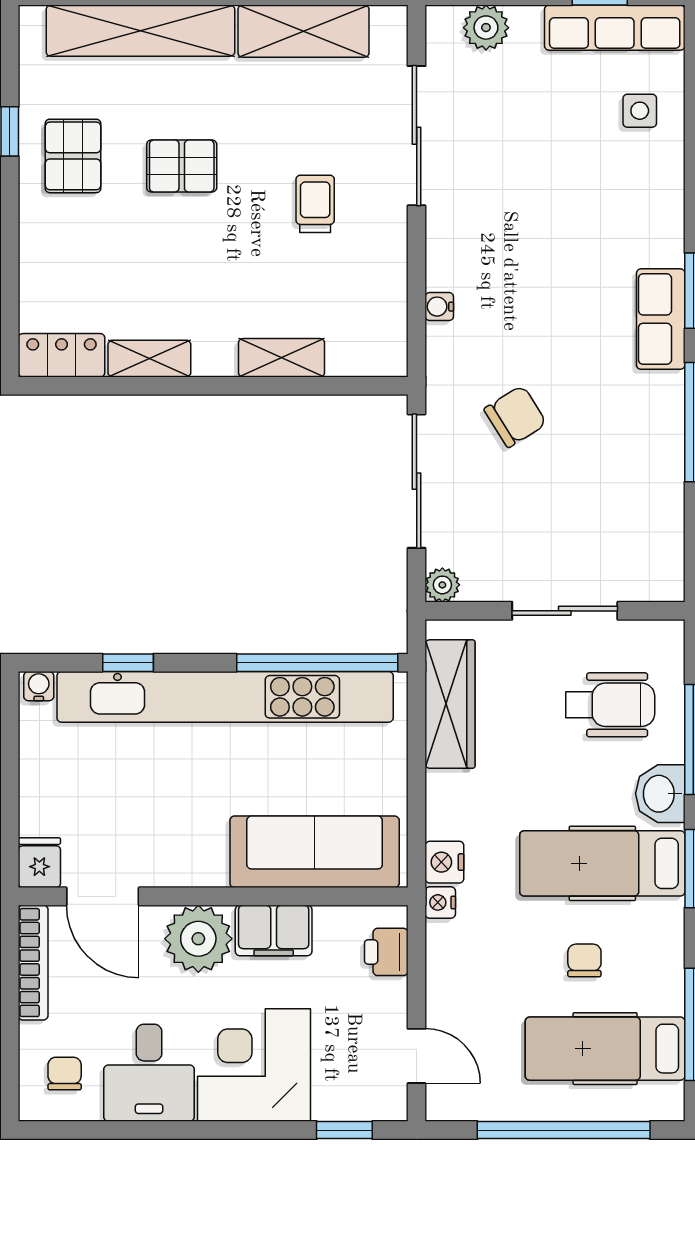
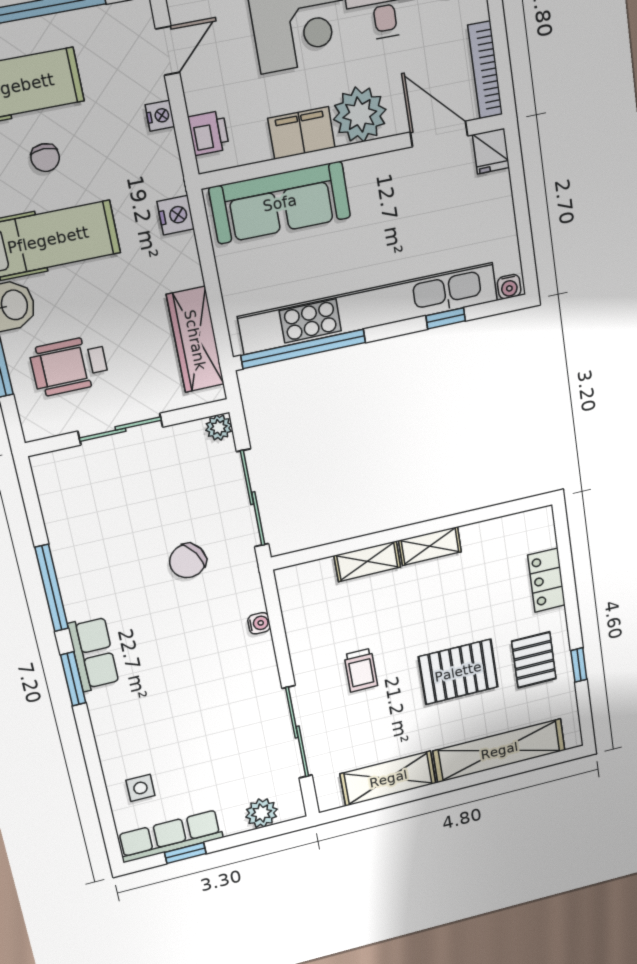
pallet: (182, 166) -> (458, 672), width x1.50, depth x1.42
locker: (62, 355) -> (546, 580), moved, turned 90
shelving: (149, 359) -> (430, 546), moved
nightstand: (440, 902) -> (160, 116), moved
door: (417, 1056) -> (168, 51), swing flipped

